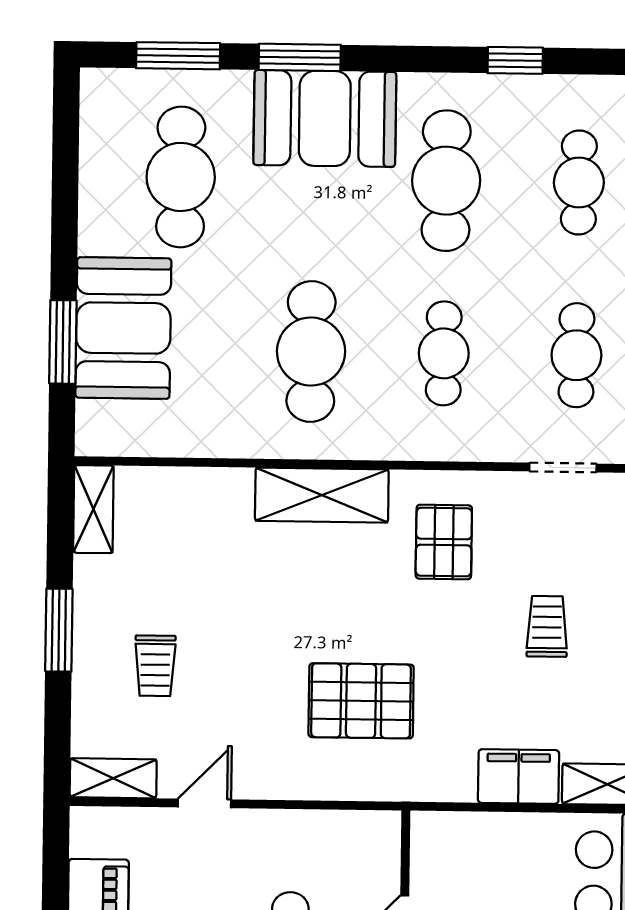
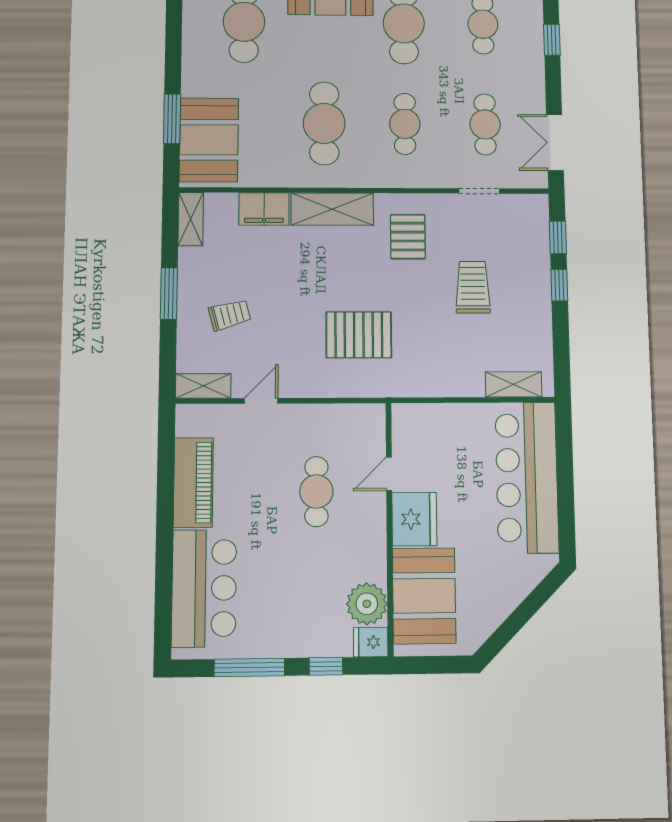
booth: (123, 328) -> (209, 140), moved
trolley: (547, 626) -> (473, 287), width x1.36, depth x1.39
trolley: (155, 666) -> (230, 315), turned -105
filing cabinet: (519, 777) -> (264, 209), moved, turned 180

